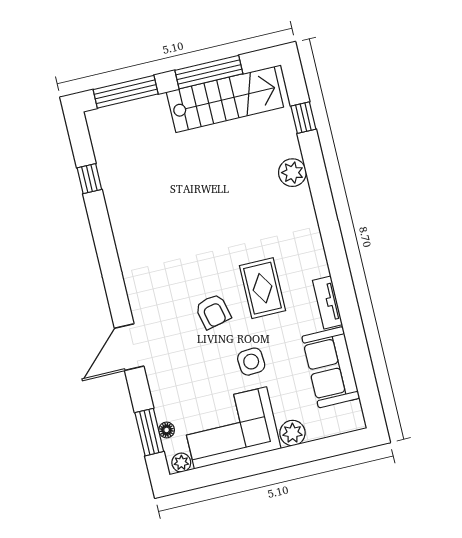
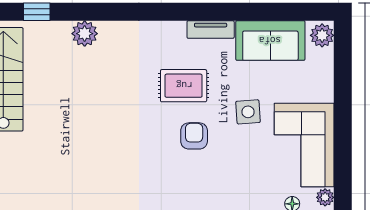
armchair: (213, 311) -> (194, 136), turned -77
plant: (292, 433) -> (322, 35), moved

